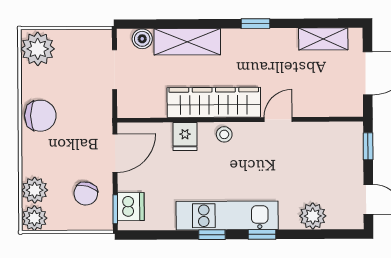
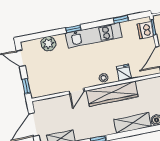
window: (212, 235) -> (121, 19), moved

